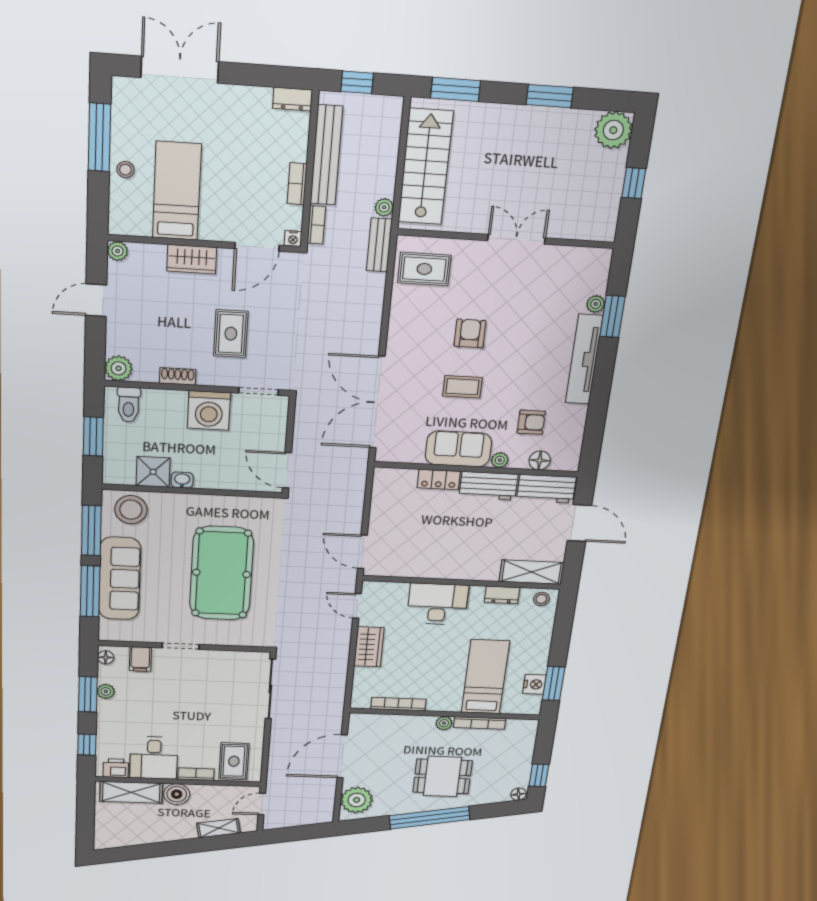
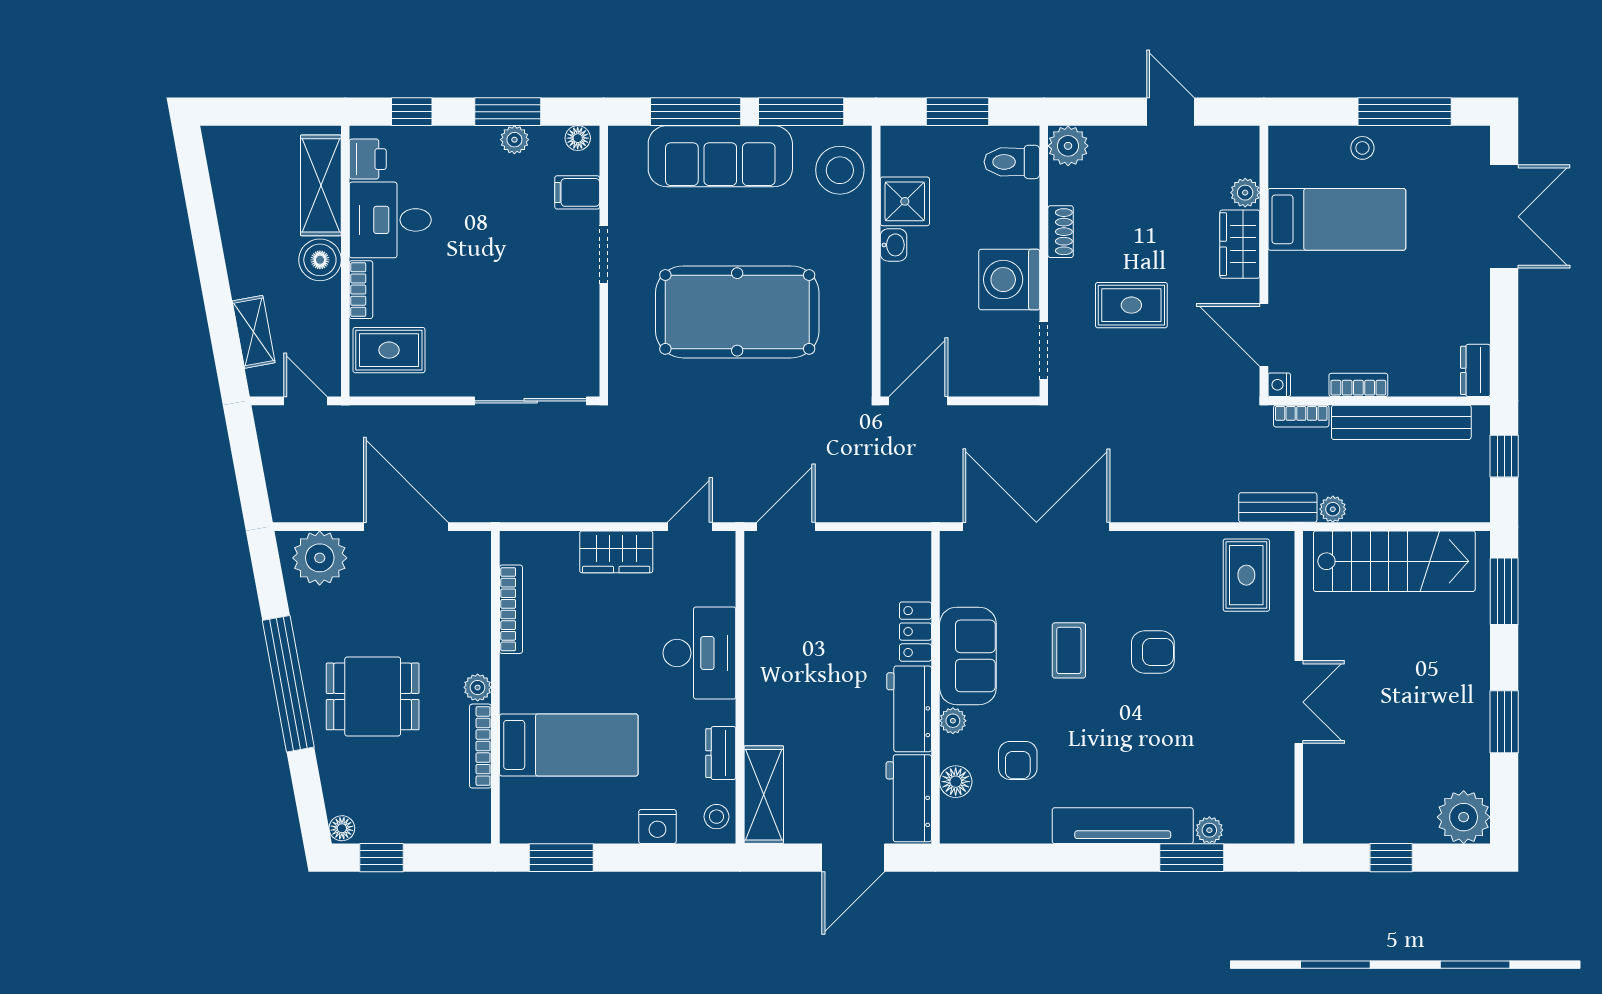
plant: (118, 251) -> (1245, 193), moved
nightstand: (534, 684) -> (657, 827), moved
dining table: (442, 776) -> (373, 696), turned 90

